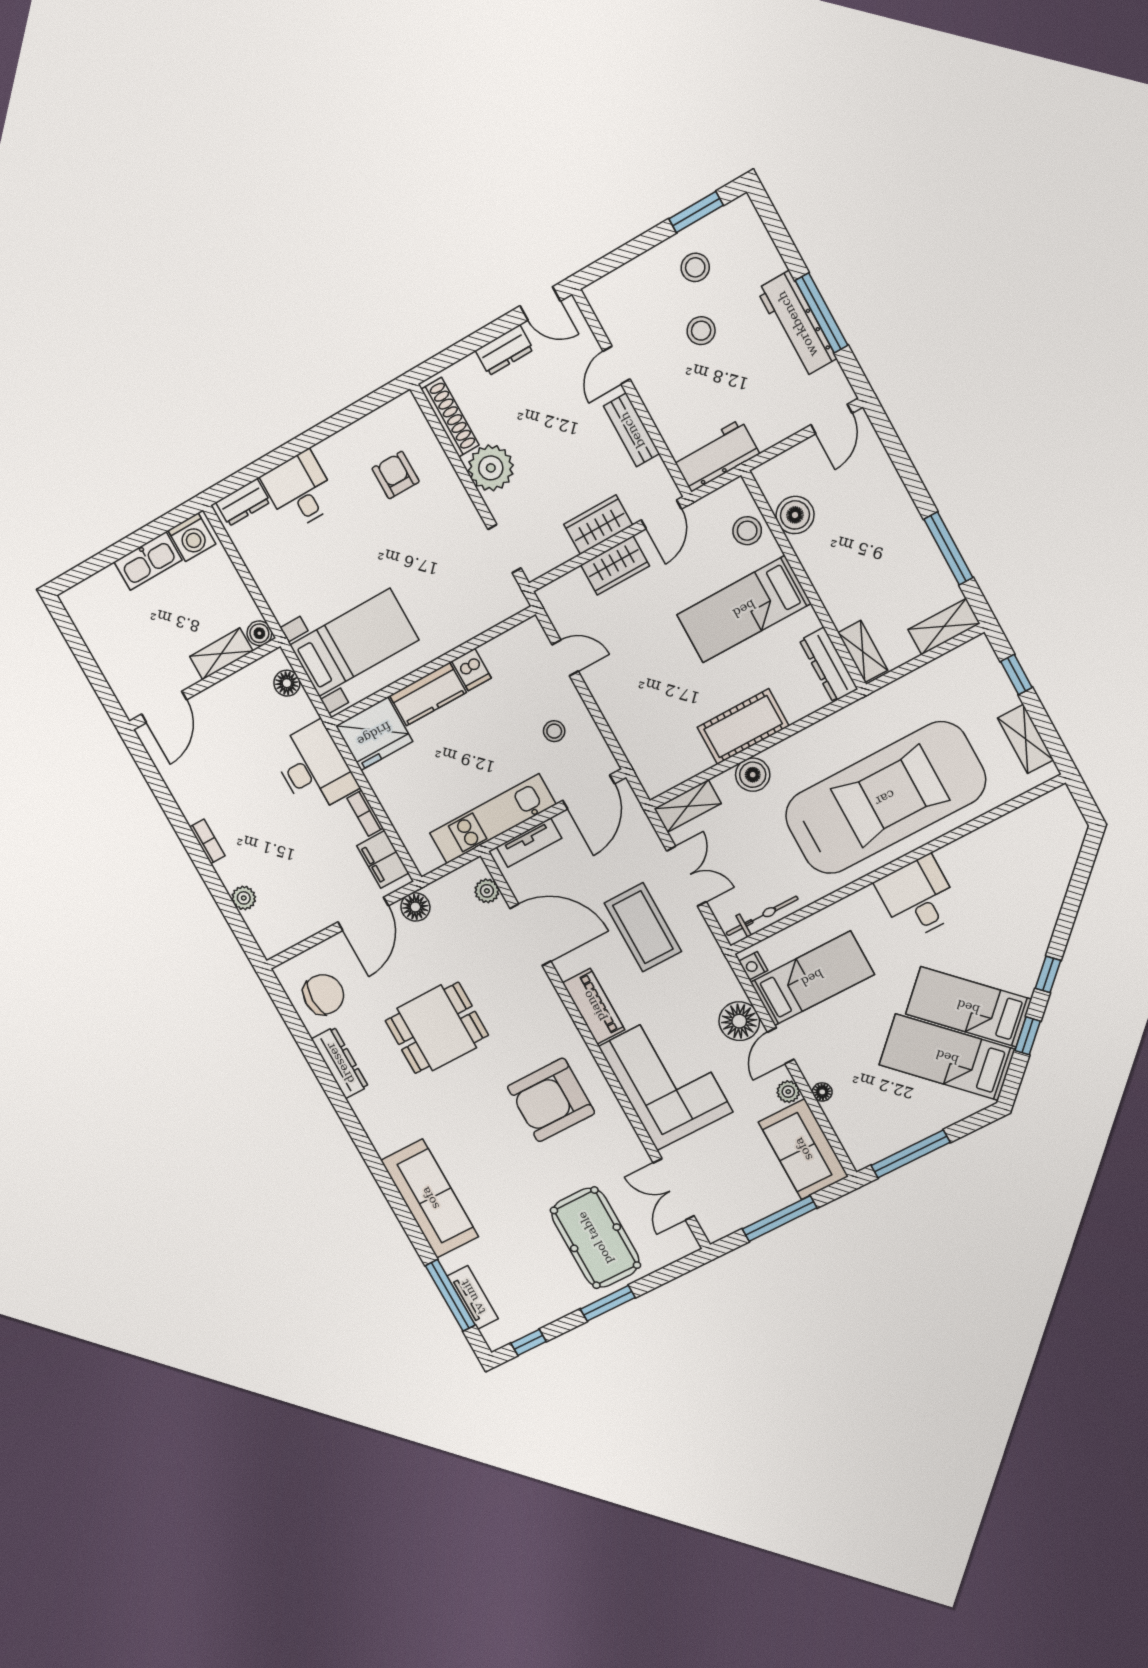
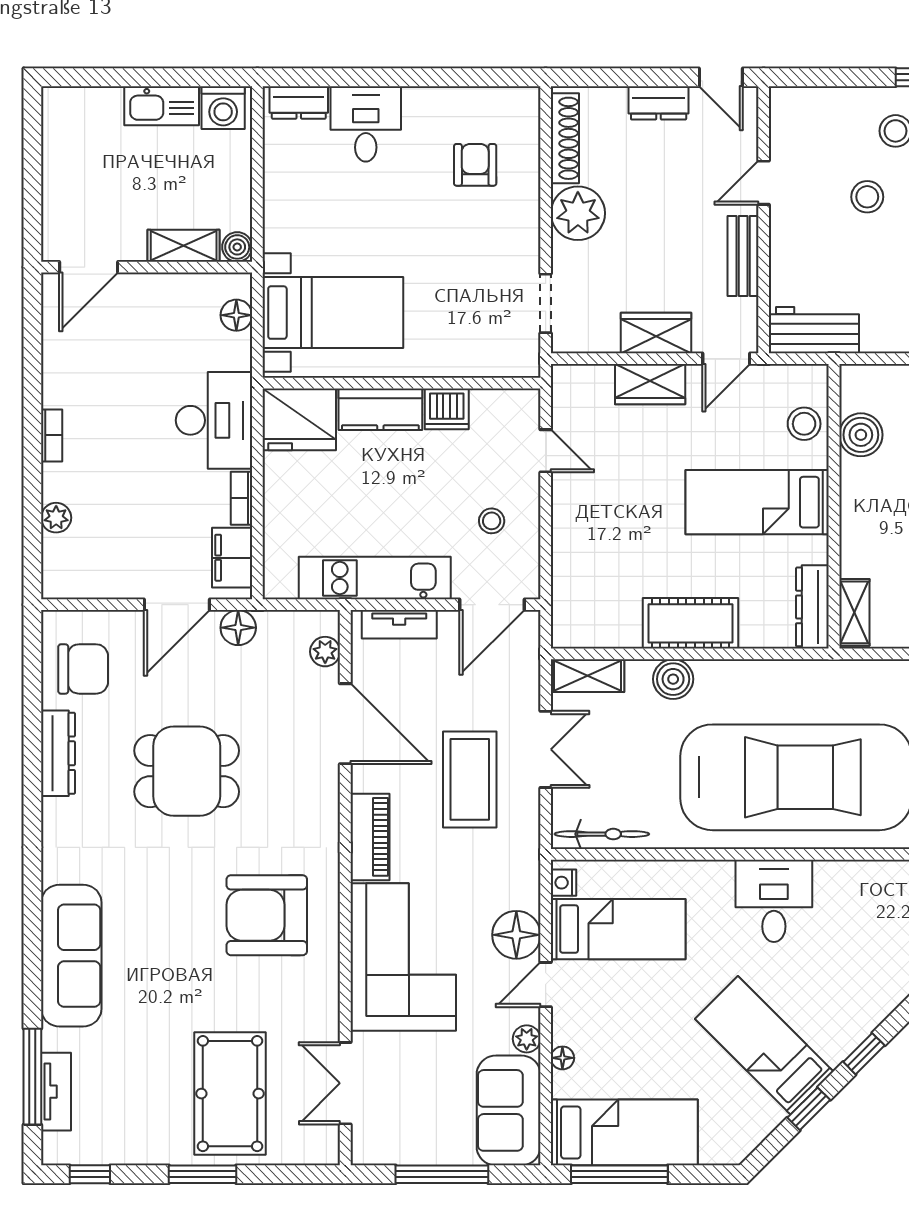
dishwasher: (471, 670) -> (447, 409), width x1.38
bed: (947, 1057) -> (624, 1132), moved, turned 135

